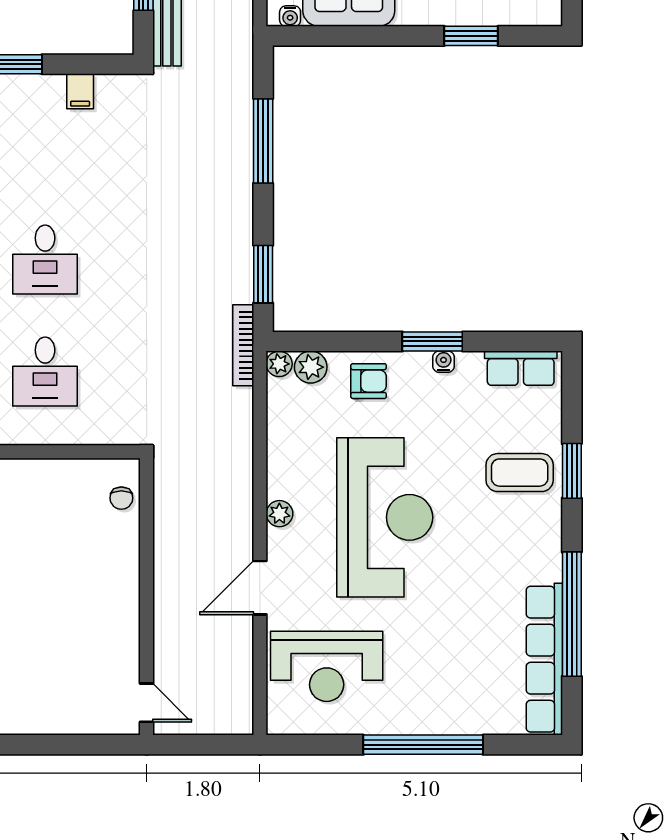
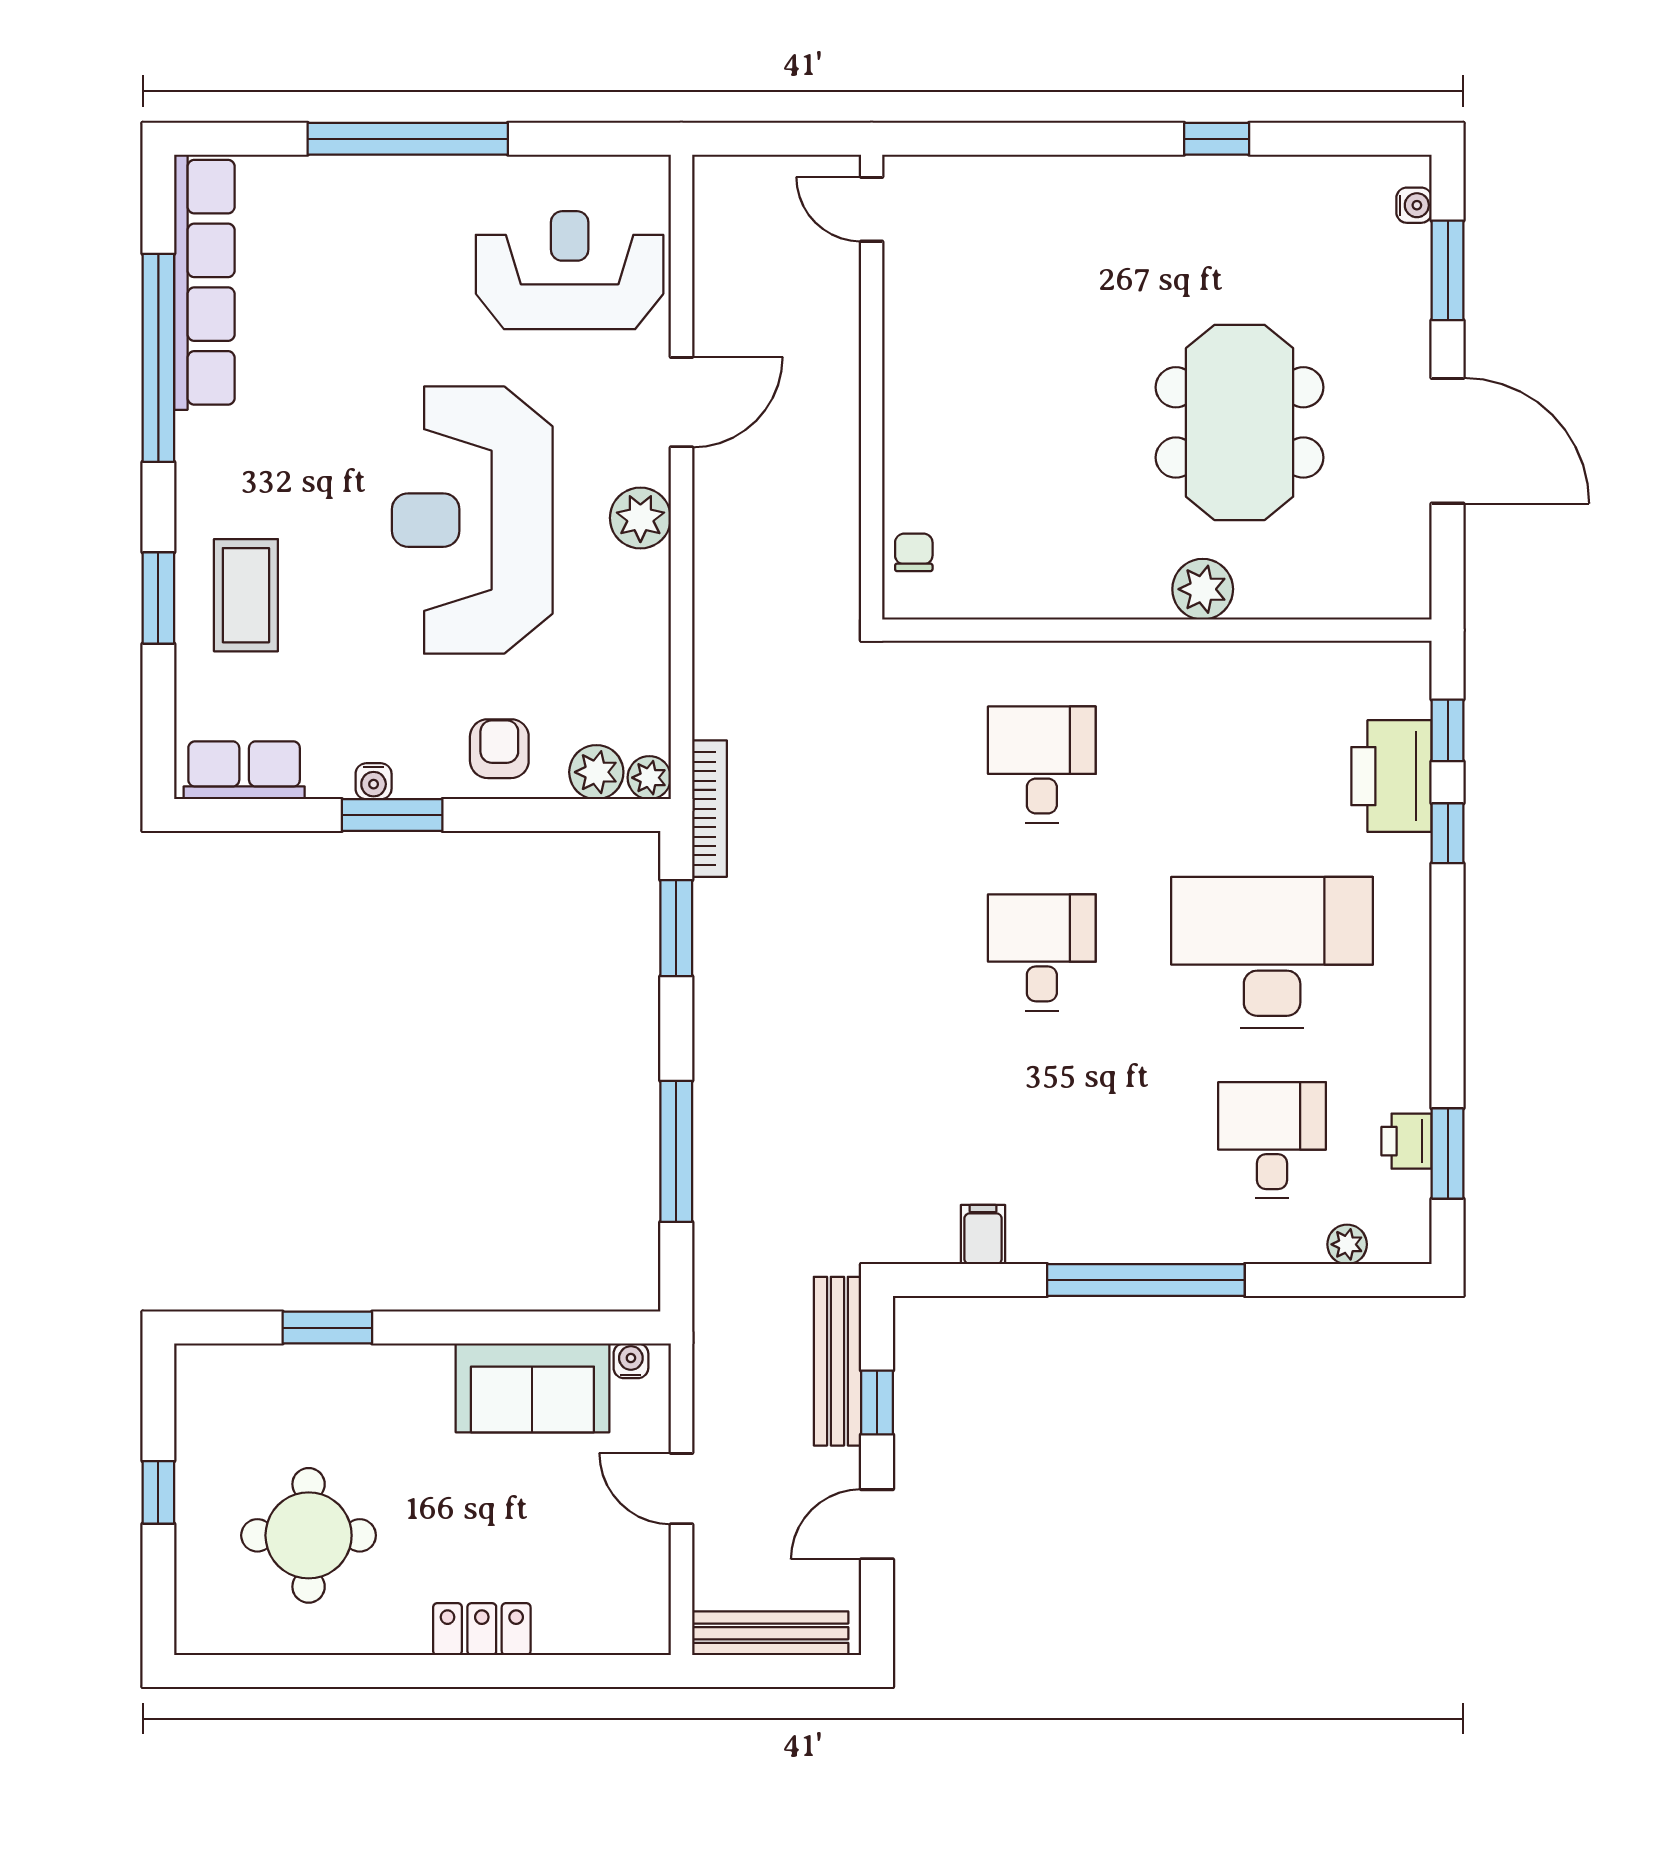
armchair: (369, 381) -> (499, 749), turned 90
coffee table: (520, 473) -> (246, 595), turned 90
plant: (279, 514) -> (640, 518), width x1.38, depth x1.38

